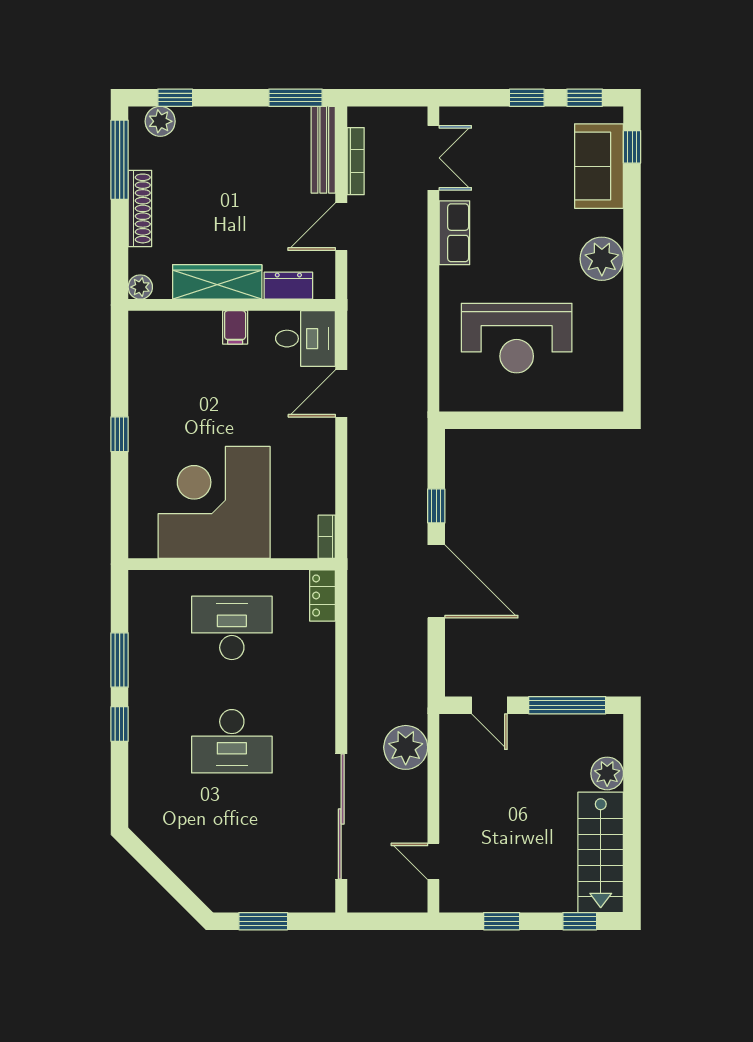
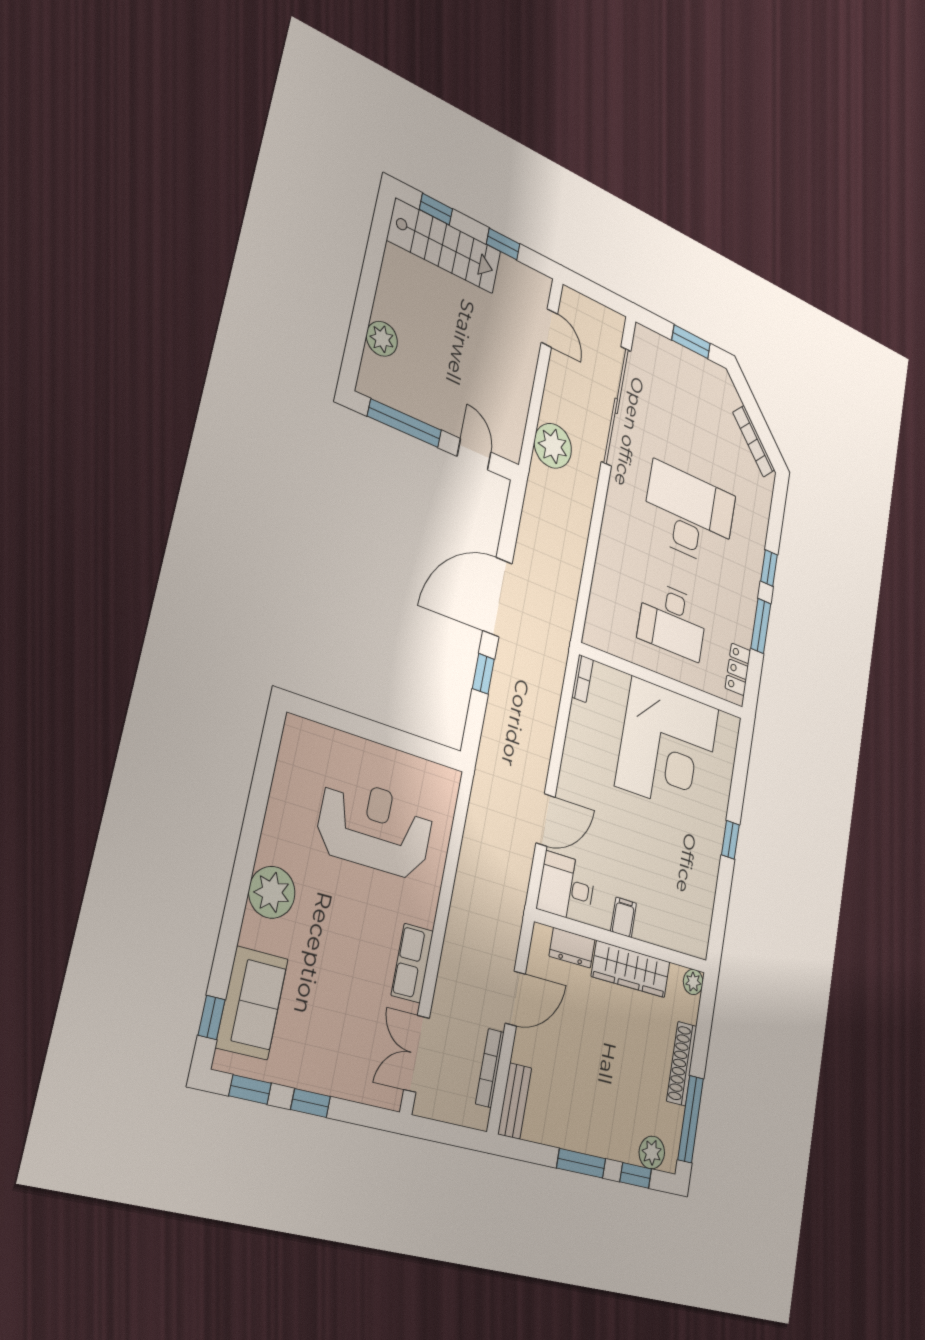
window: (296, 98) -> (581, 1163), moved
bench: (323, 150) -> (515, 1101), width x0.73
door: (436, 581) -> (497, 597), hinge flipped
locker: (323, 595) -> (738, 669), moved, turned 180
desk: (232, 741) -> (689, 515), width x1.36, depth x1.30
bookcase: (164, 850) -> (754, 441), added
stairs: (601, 852) -> (444, 246), moved, turned 90

